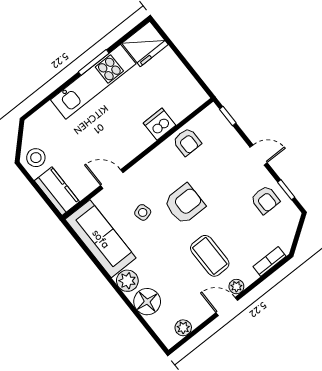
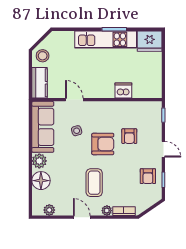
armchair: (187, 142) -> (129, 136), moved
plant: (236, 287) -> (107, 211), moved

